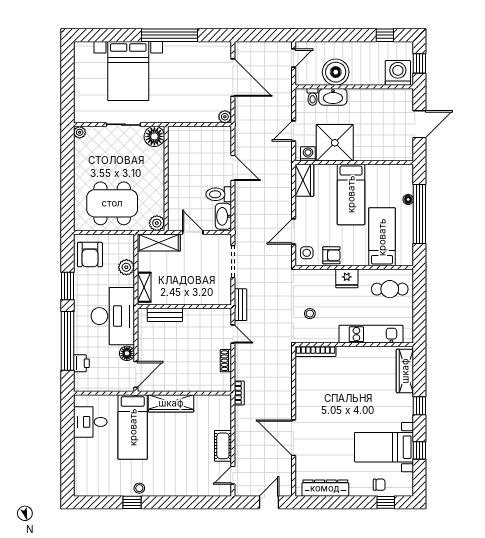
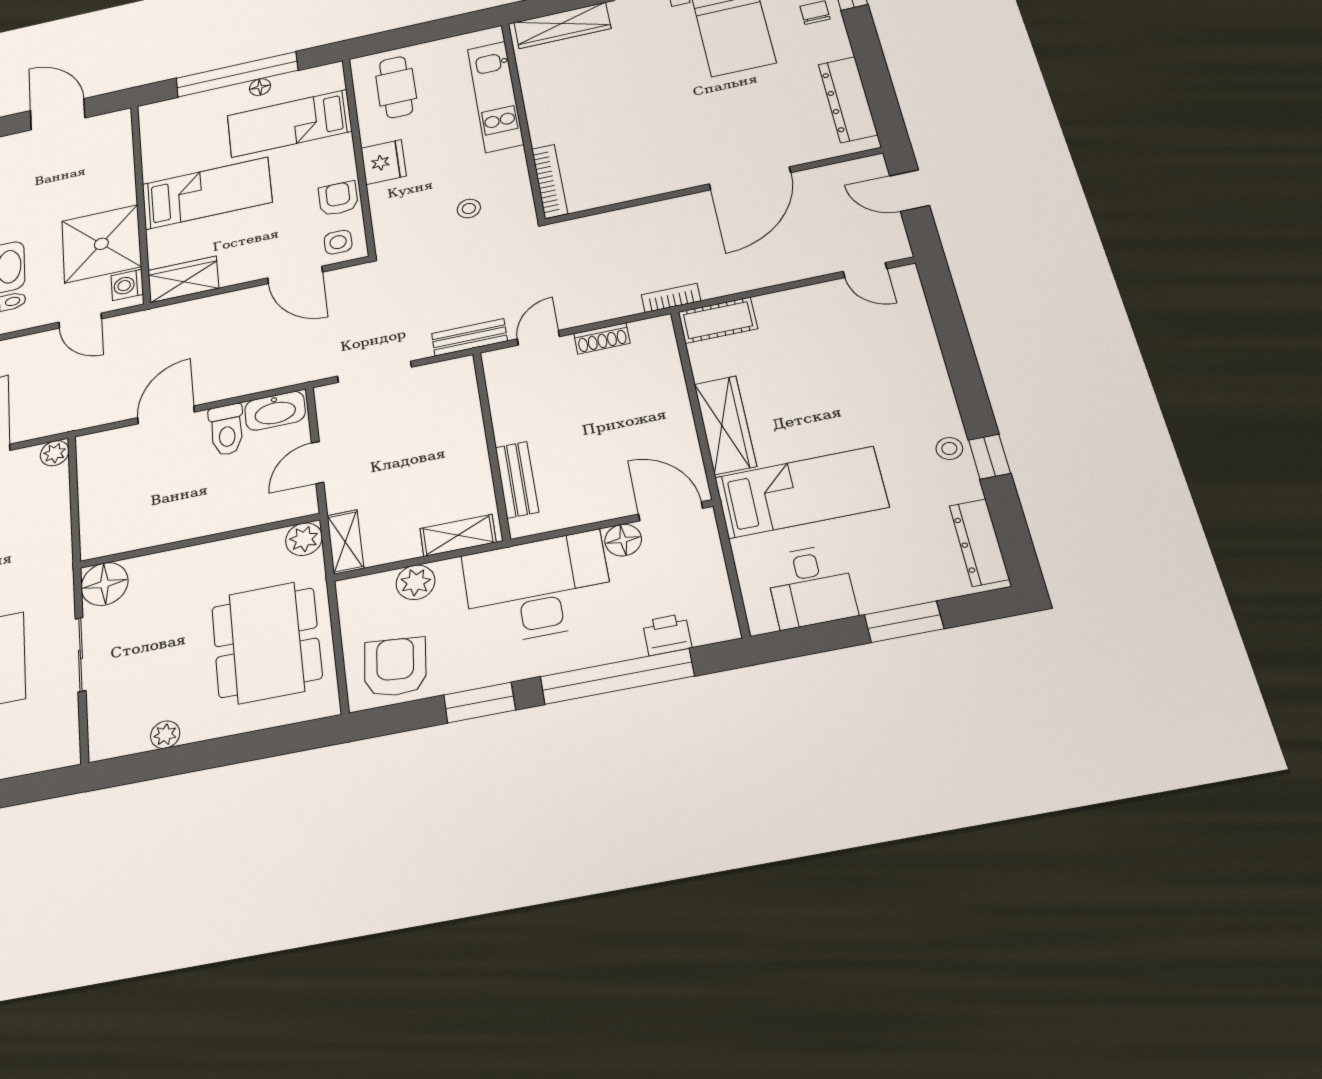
plant: (80, 132) -> (165, 735), moved
floor lamp: (408, 199) -> (260, 87), moved
shelving: (159, 242) -> (345, 542), width x0.67, depth x0.75
armchair: (90, 255) -> (395, 667), turned -84
cot: (223, 446) -> (718, 320), moved
window: (68, 453) -> (904, 622), added
dresser: (95, 489) -> (979, 542), added

